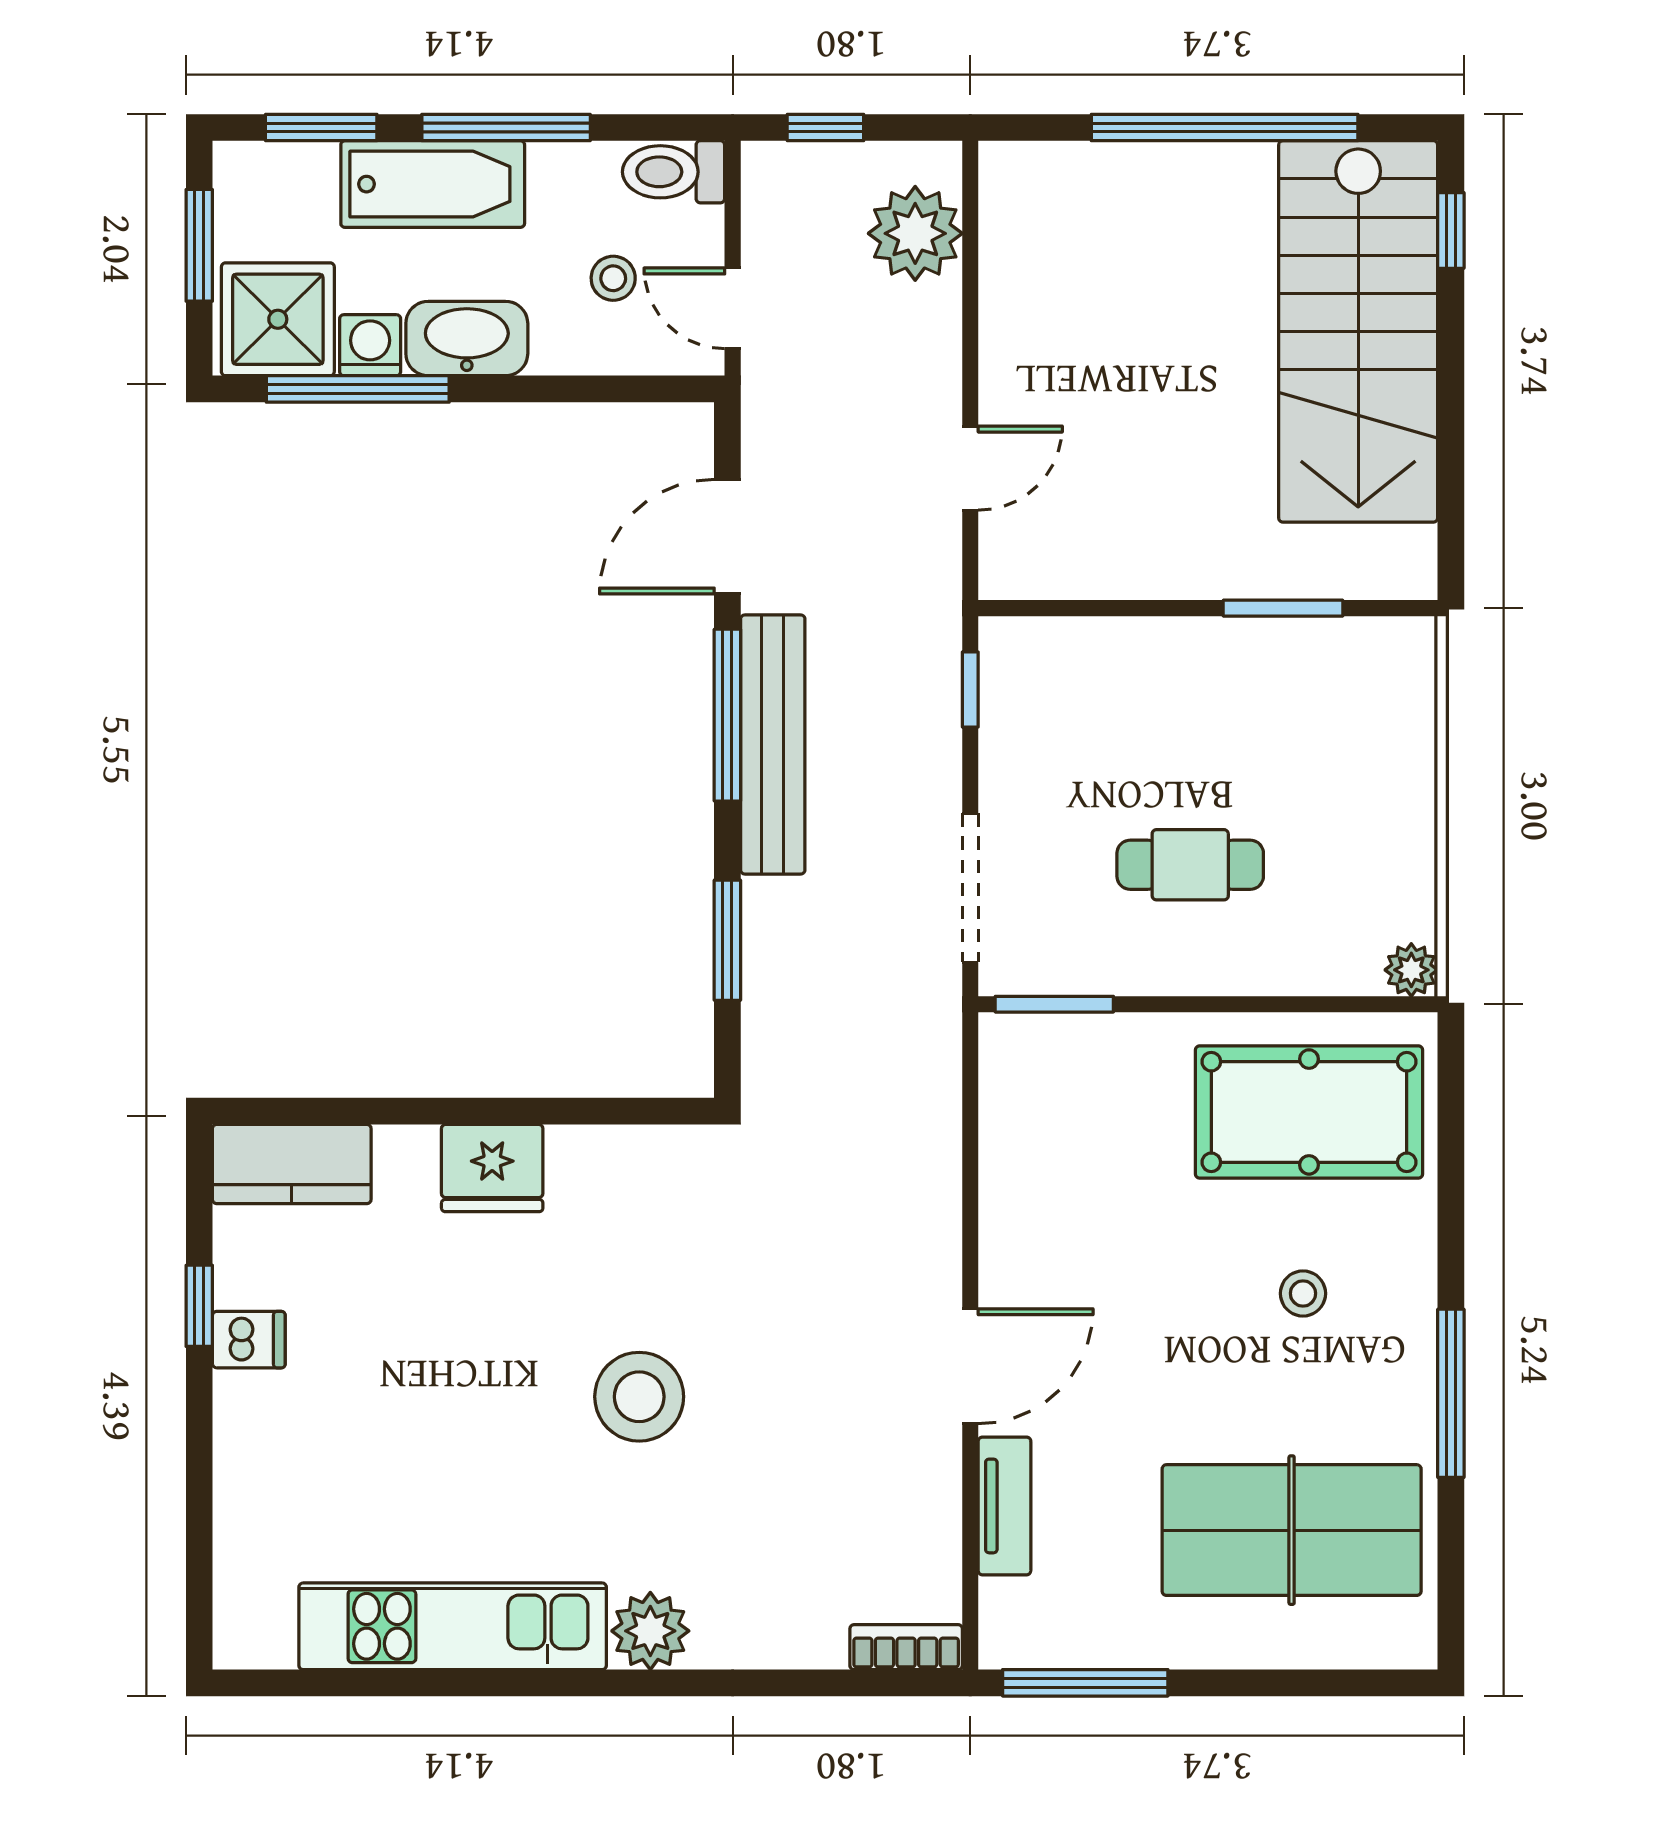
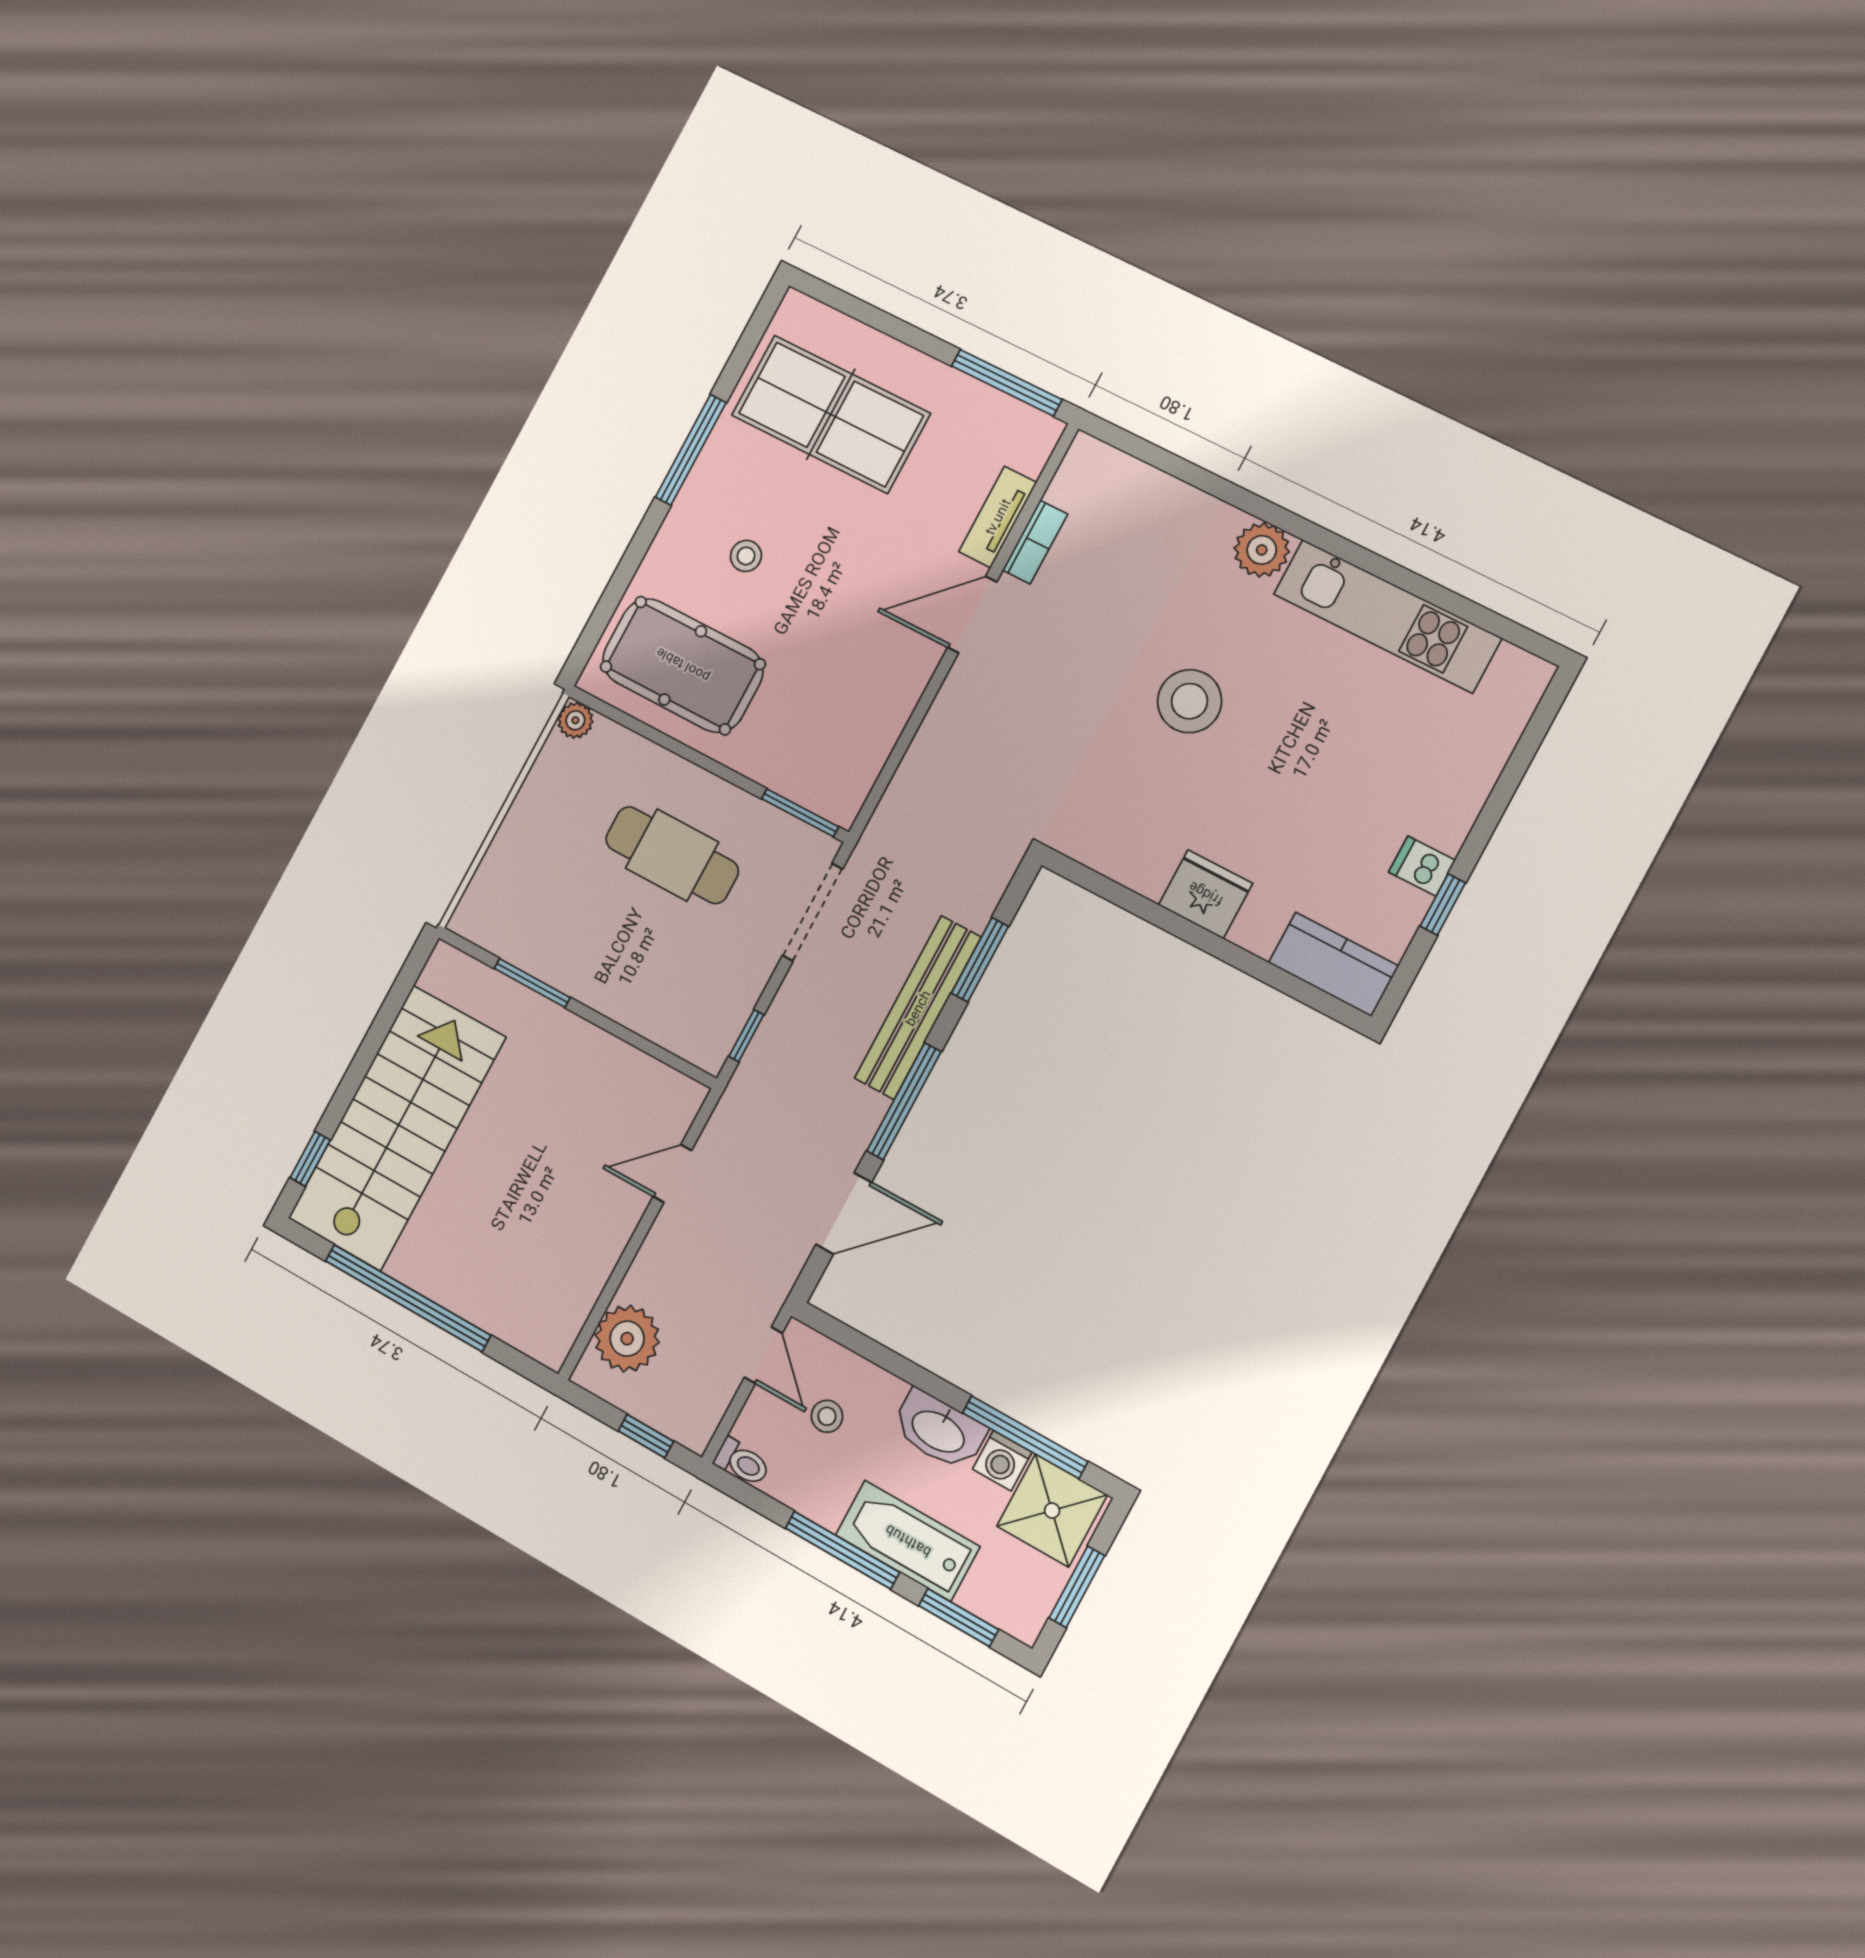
toilet: (674, 172) -> (742, 1462), width x0.73, depth x0.72
bench: (773, 744) -> (918, 1008), moved
cafe table: (1190, 865) -> (672, 855), width x1.37, depth x1.35
bookcase: (906, 1647) -> (1035, 542), moved, turned -90

